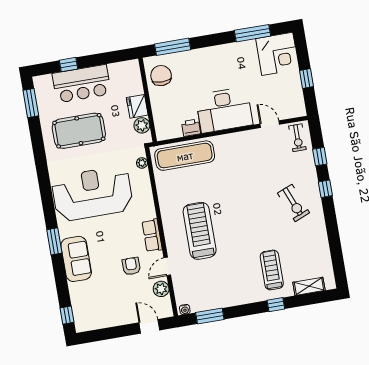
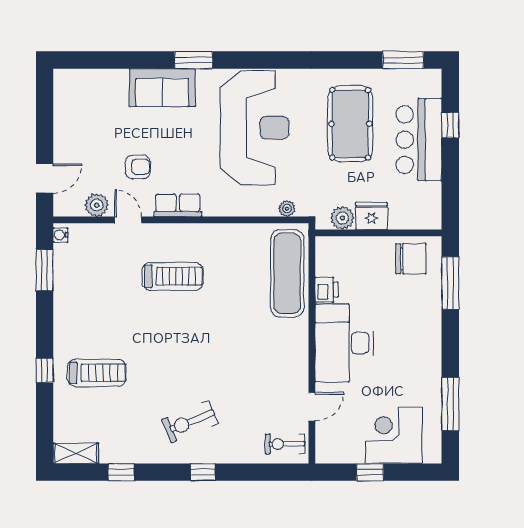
corner desk: (277, 54) -> (394, 435), moved, turned 90
window: (320, 157) -> (121, 472), moved
treadmill: (200, 231) -> (173, 276), width x0.73, depth x0.73
shelving: (309, 286) -> (76, 453), moved, turned 90
window: (67, 315) -> (82, 60), removed

